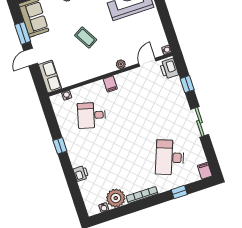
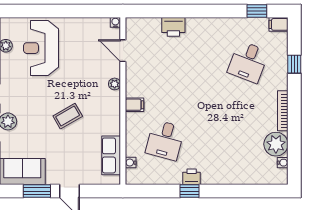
printer: (169, 69) -> (173, 27), moved
row of seats: (50, 77) -> (111, 155), moved, turned -90
window: (187, 84) -> (257, 11), moved
sliding door: (200, 122) -> (217, 11), removed
desk: (170, 157) -> (248, 62), width x0.73
printer: (81, 173) -> (192, 177), moved

